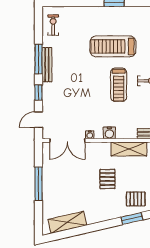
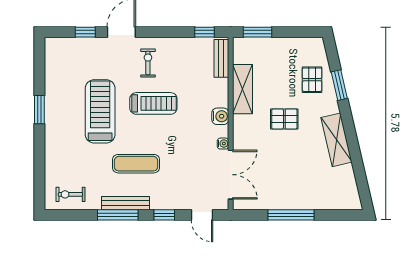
treadmill: (113, 46) -> (100, 111), turned 180
exercise mat: (75, 72) -> (136, 164), added
shelving: (67, 222) -> (336, 140), moved

